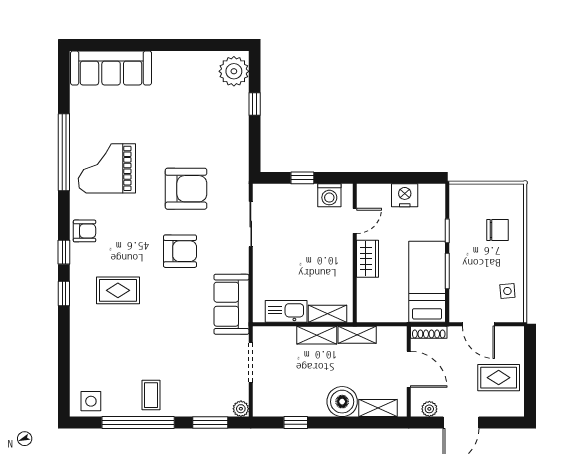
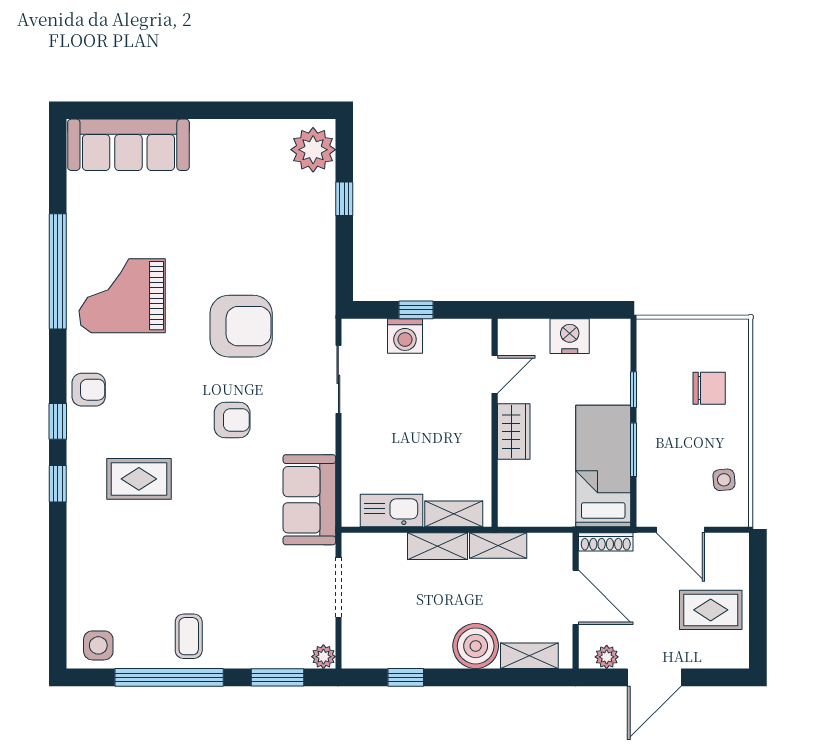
washing machine: (329, 195) -> (405, 336), moved
armchair: (180, 251) -> (232, 420), width x0.72, depth x0.72

